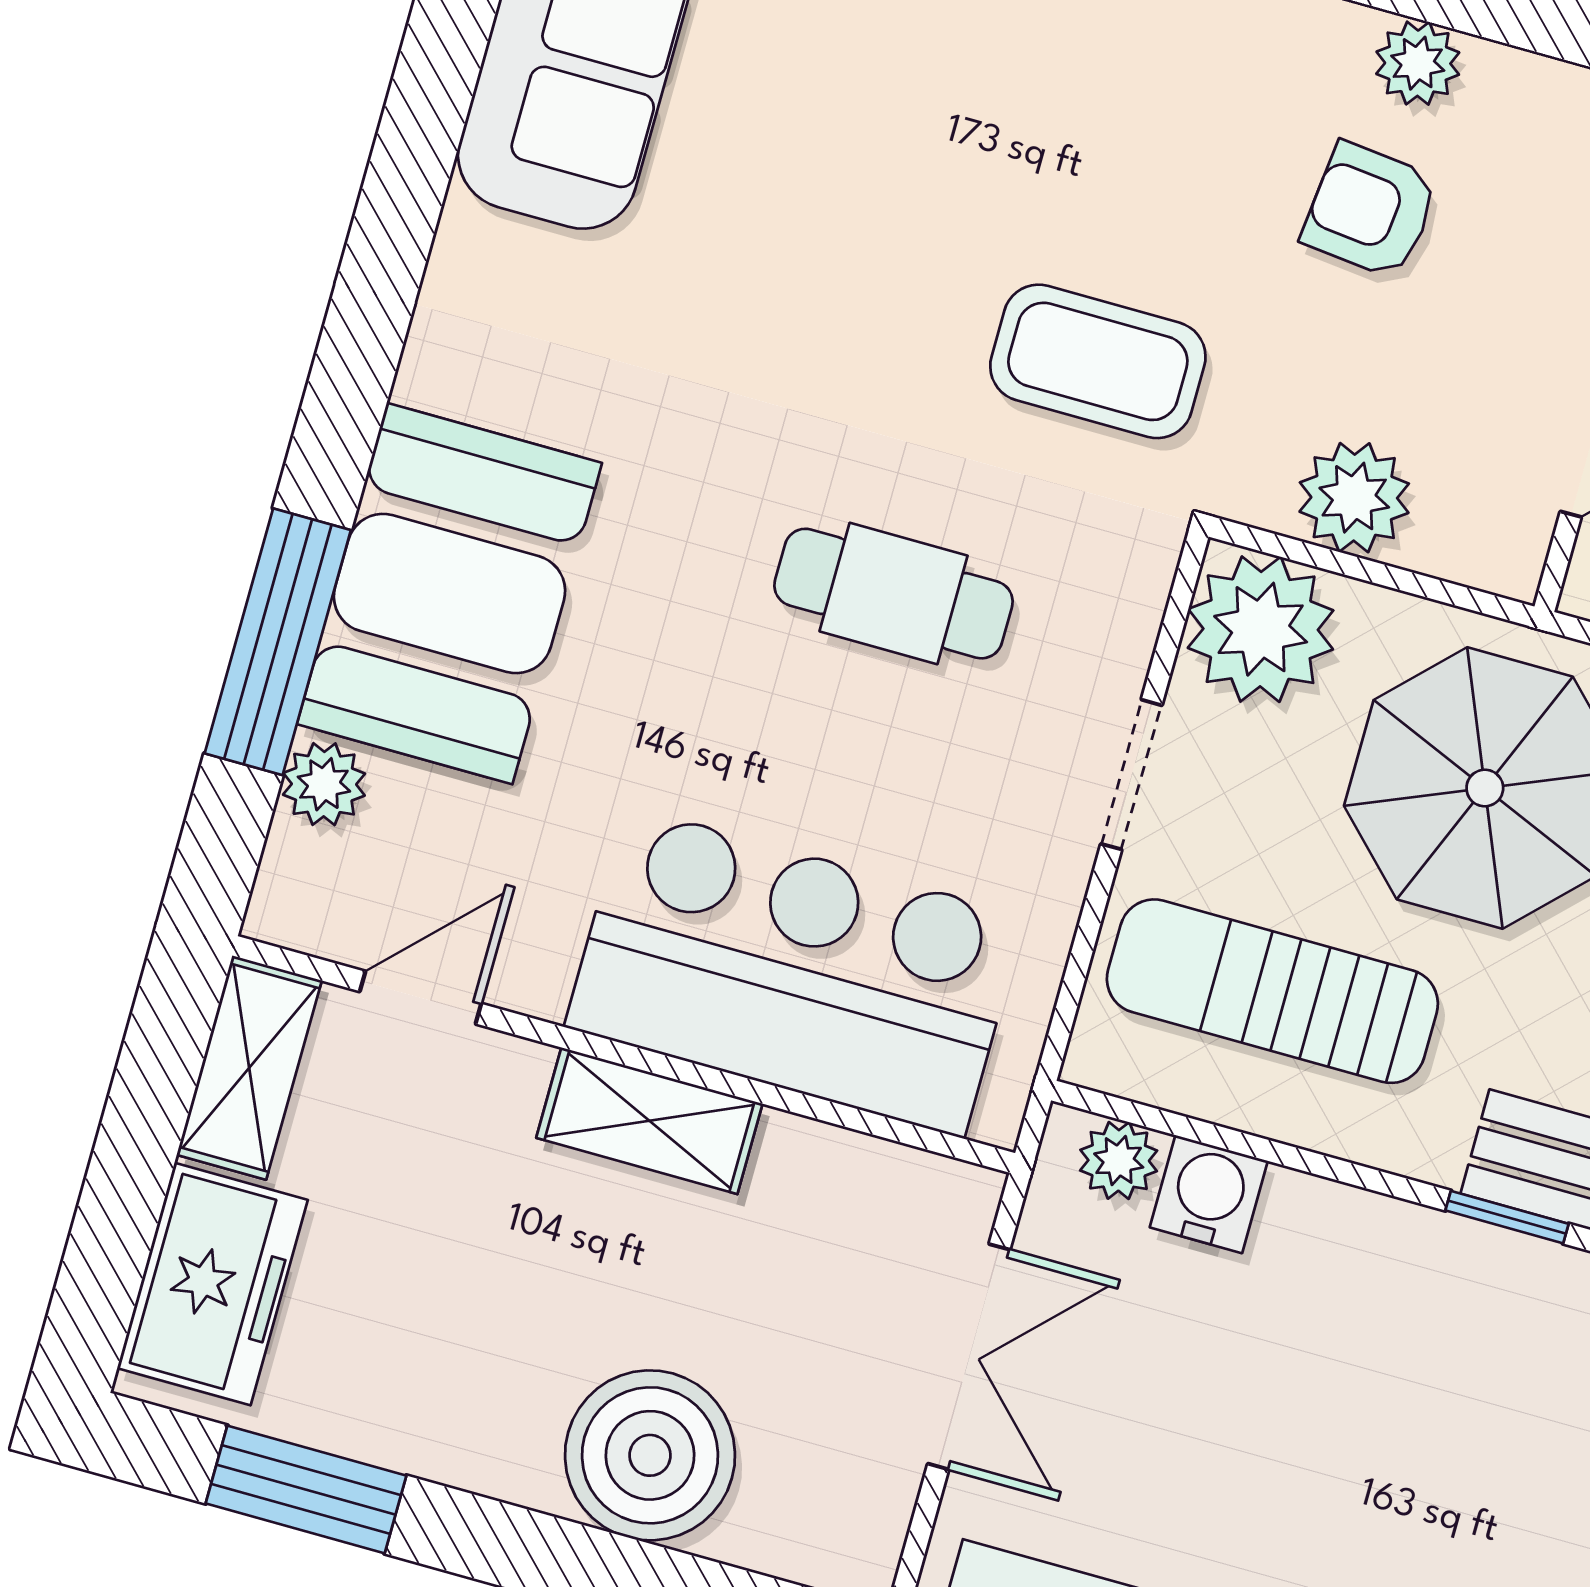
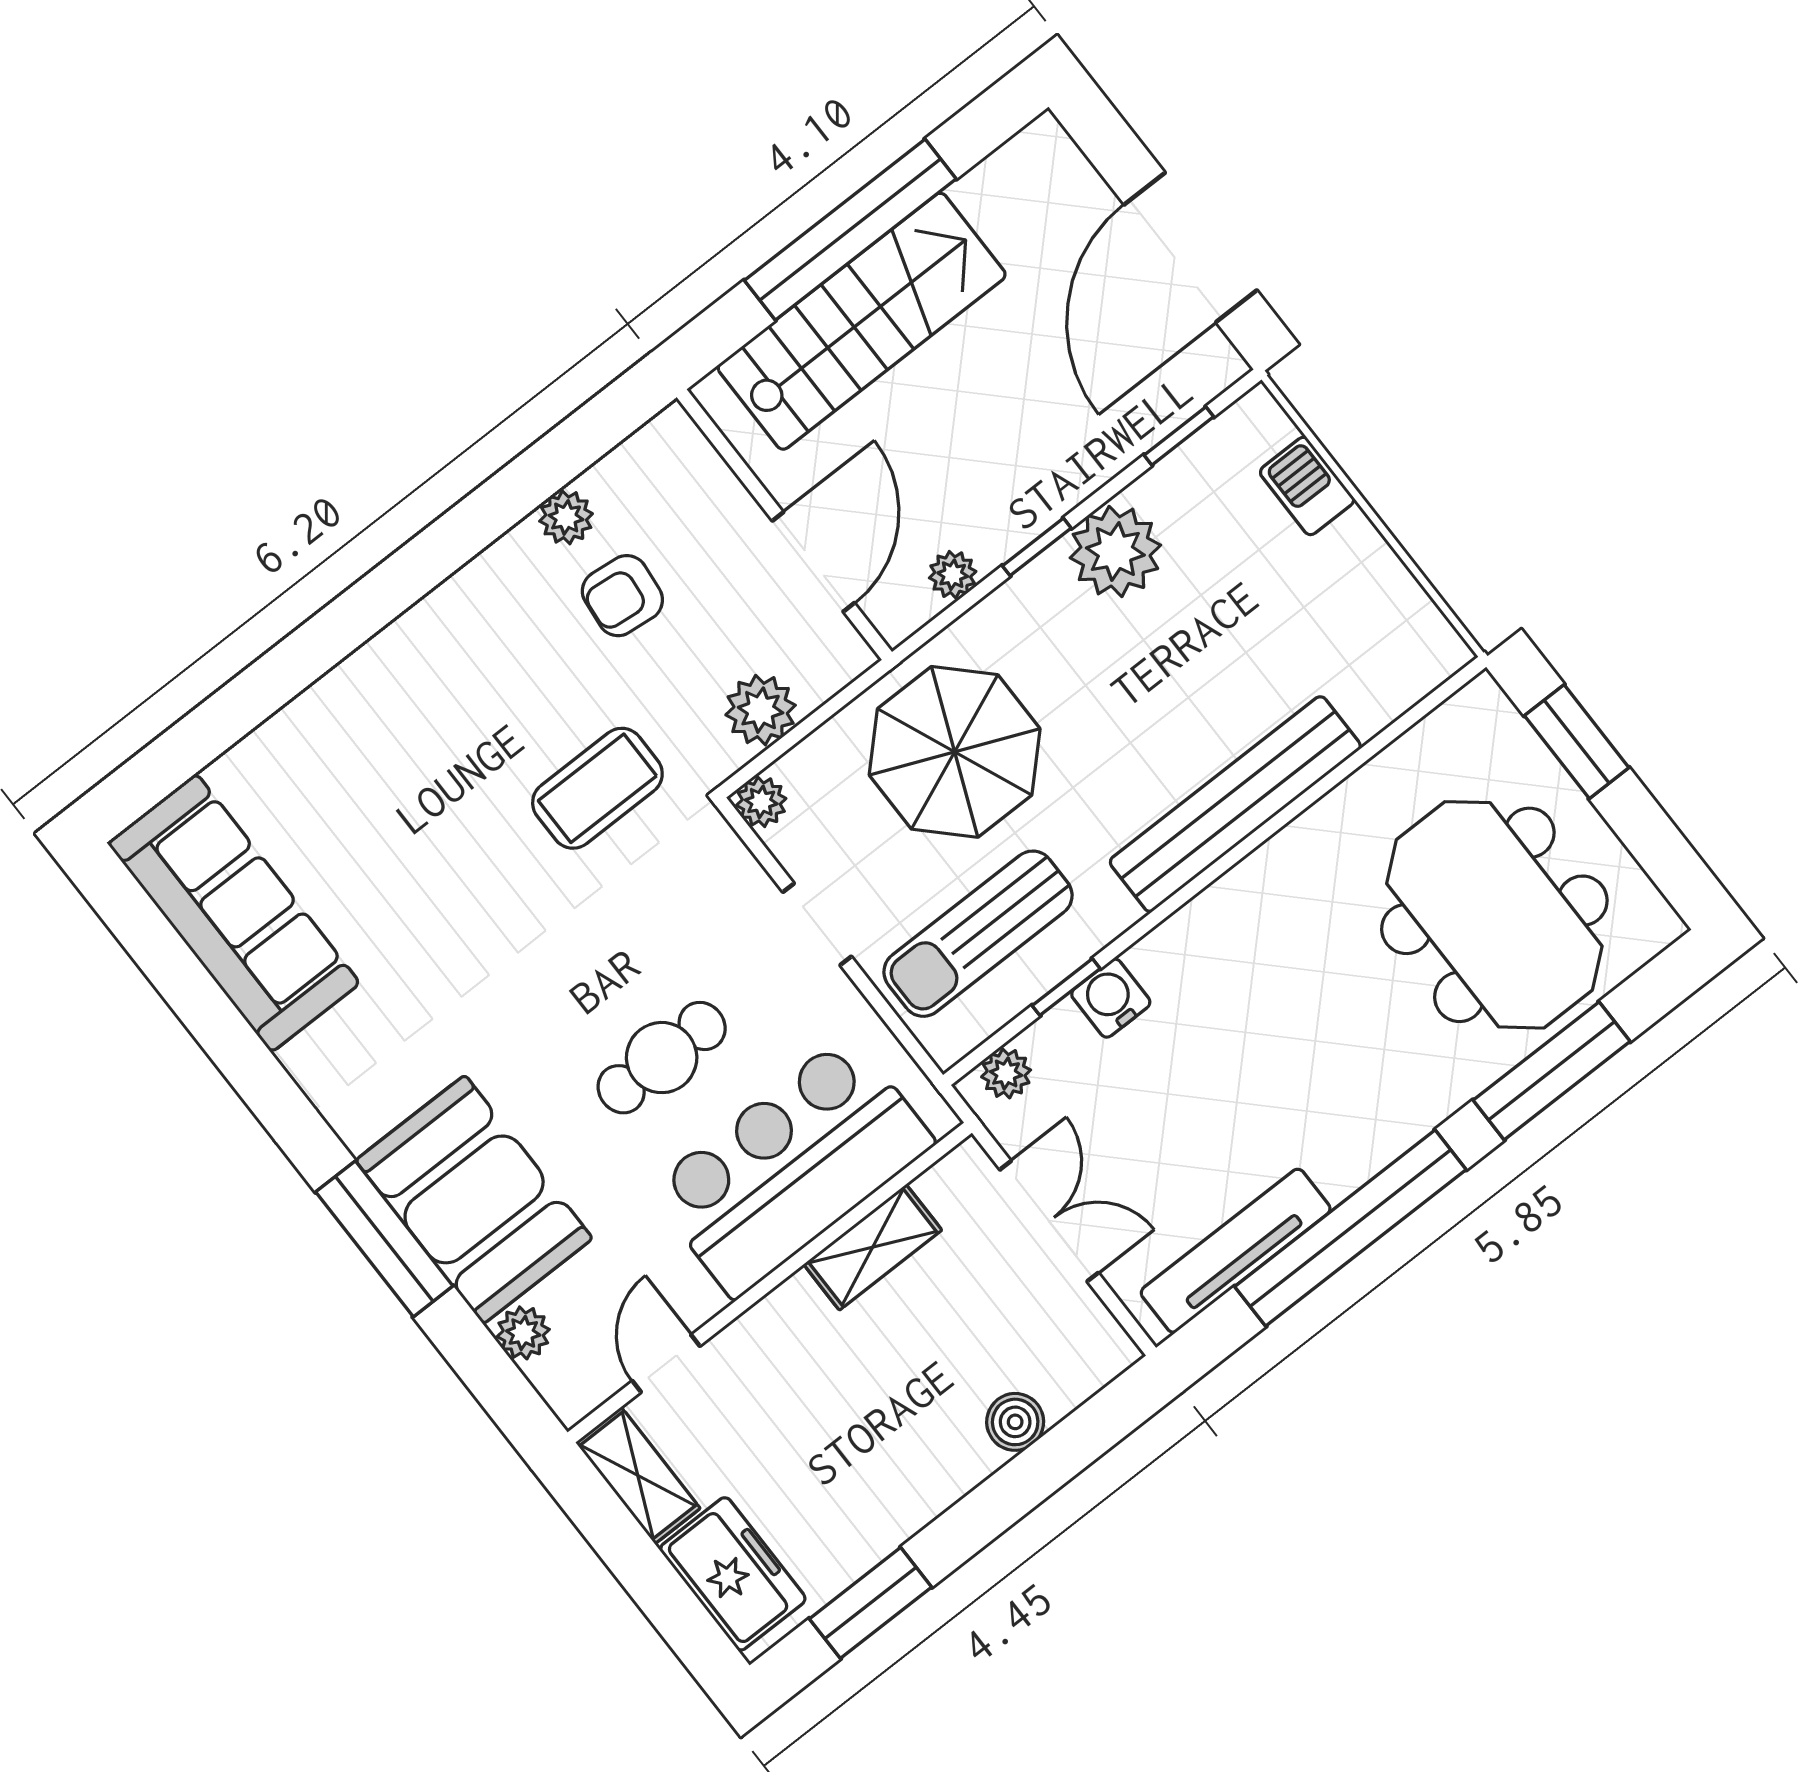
cafe table: (894, 594) -> (662, 1058), moved
plant: (1261, 629) -> (761, 802), width x0.53, depth x0.53
window: (278, 642) -> (384, 1239), moved
shelving: (649, 1121) -> (873, 1247), moved
water cooler: (1209, 1194) -> (1111, 998), moved
window: (1507, 1217) -> (1066, 987), moved
boiler: (650, 1455) -> (1015, 1422), width x0.54, depth x0.54

